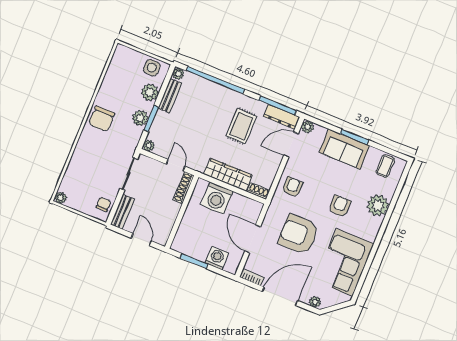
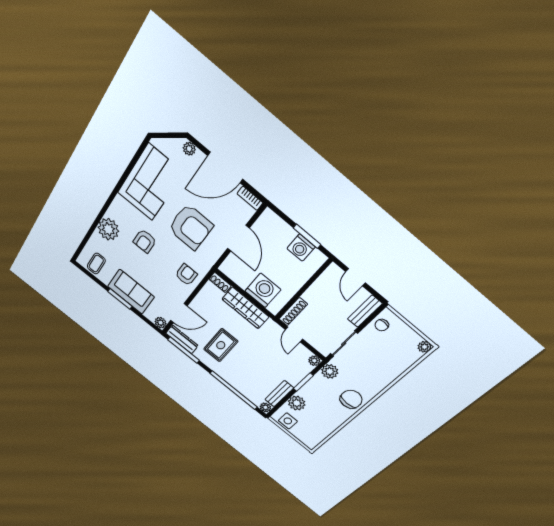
plant: (140, 118) -> (330, 371), moved
armchair: (292, 187) -> (186, 275), turned 180
washing machine: (217, 258) -> (301, 248), moved

